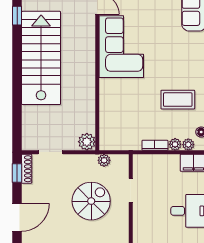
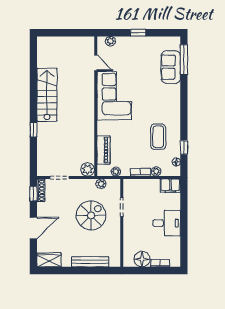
window: (17, 16) -> (33, 130), moved
stairs: (41, 58) -> (47, 95), width x0.73, depth x0.66
coffee table: (178, 100) -> (158, 137), turned 90
piano: (107, 117) -> (104, 150), added
plant: (188, 145) -> (116, 172), moved

